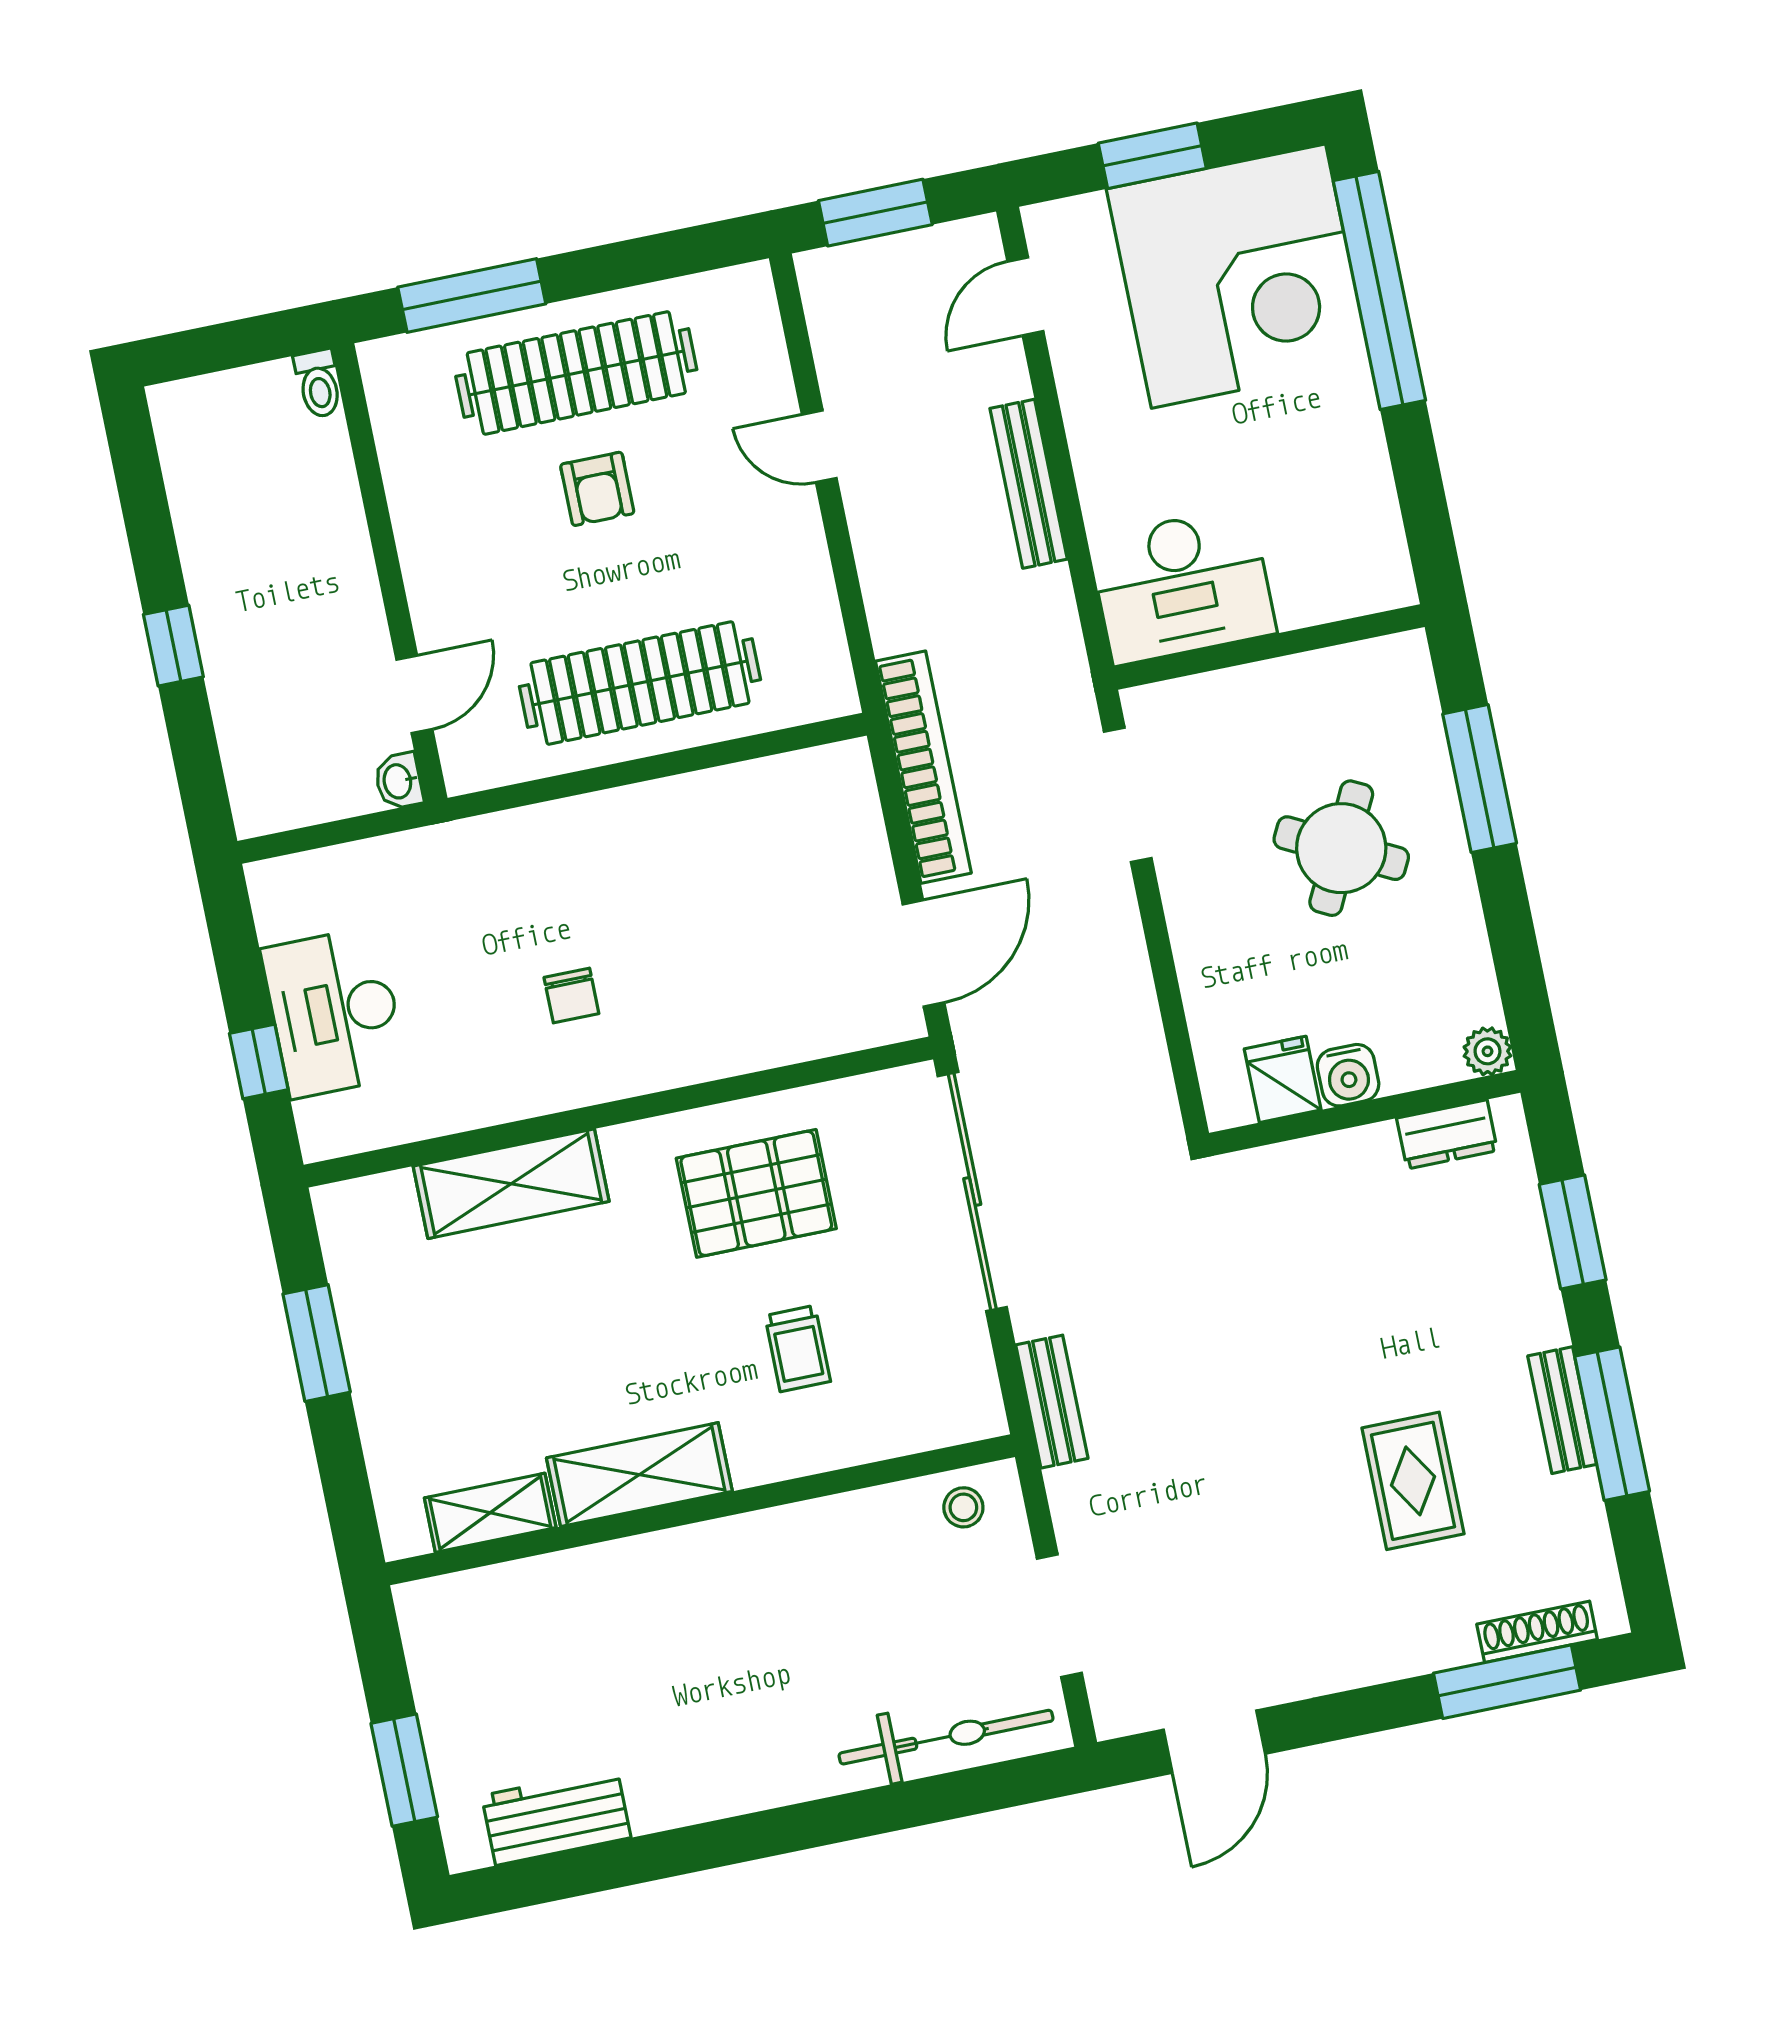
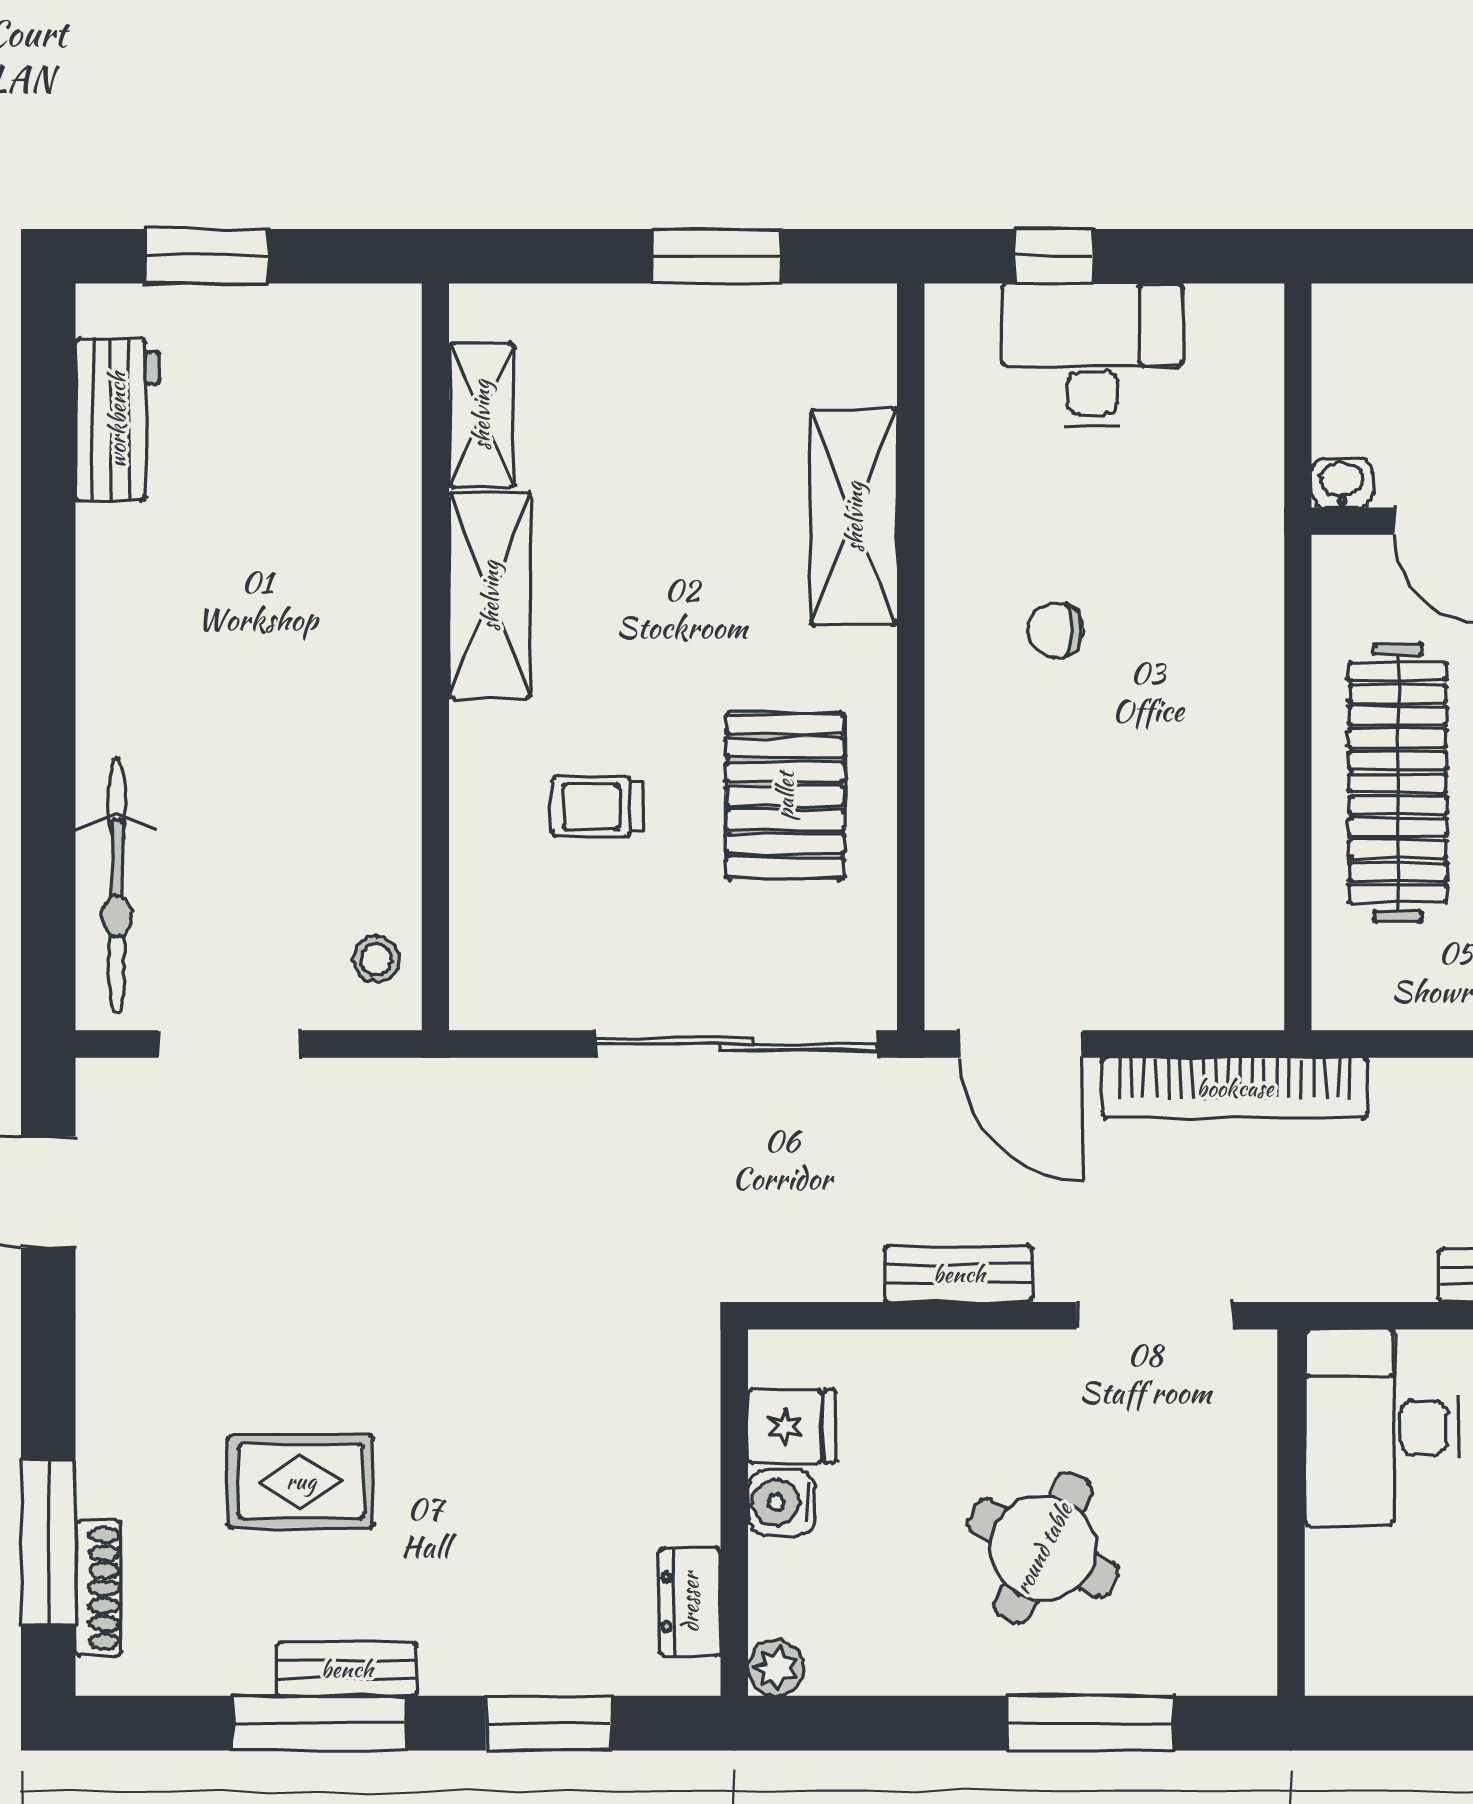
bench: (1052, 1402) -> (959, 1274), moved

